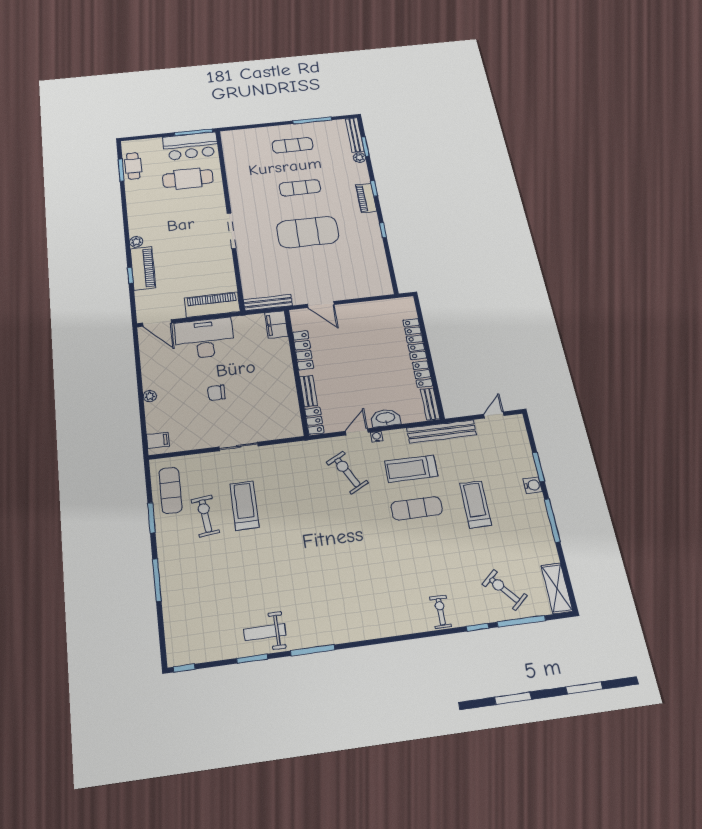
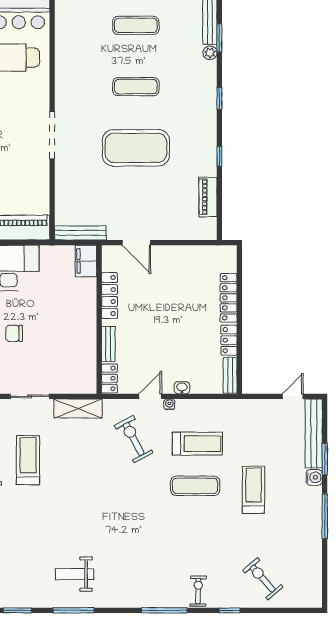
piano: (366, 198) -> (208, 197), moved
washbasin: (386, 418) -> (182, 388), width x0.52, depth x0.69
bench: (441, 431) -> (314, 433), moved, turned 90
treadmill: (411, 469) -> (198, 444), turned 180
shelving: (557, 588) -> (78, 408), moved, turned 90
window: (521, 621) -> (164, 610), moved
weight bench: (265, 632) -> (75, 574), moved

